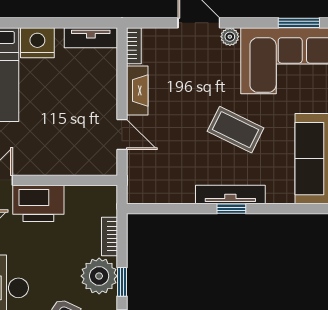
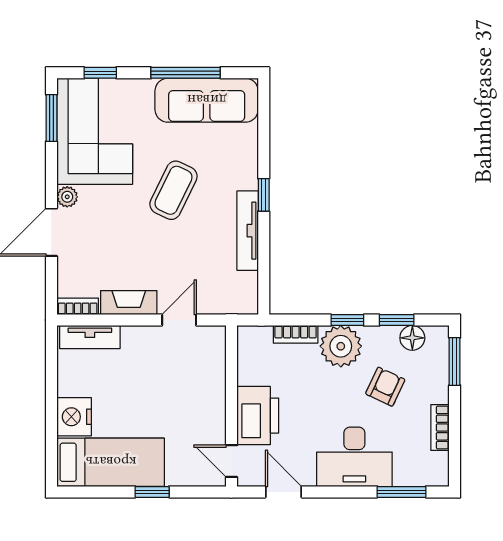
tv unit: (91, 38) -> (90, 337), moved, turned 90
tv unit: (230, 194) -> (248, 231), moved

